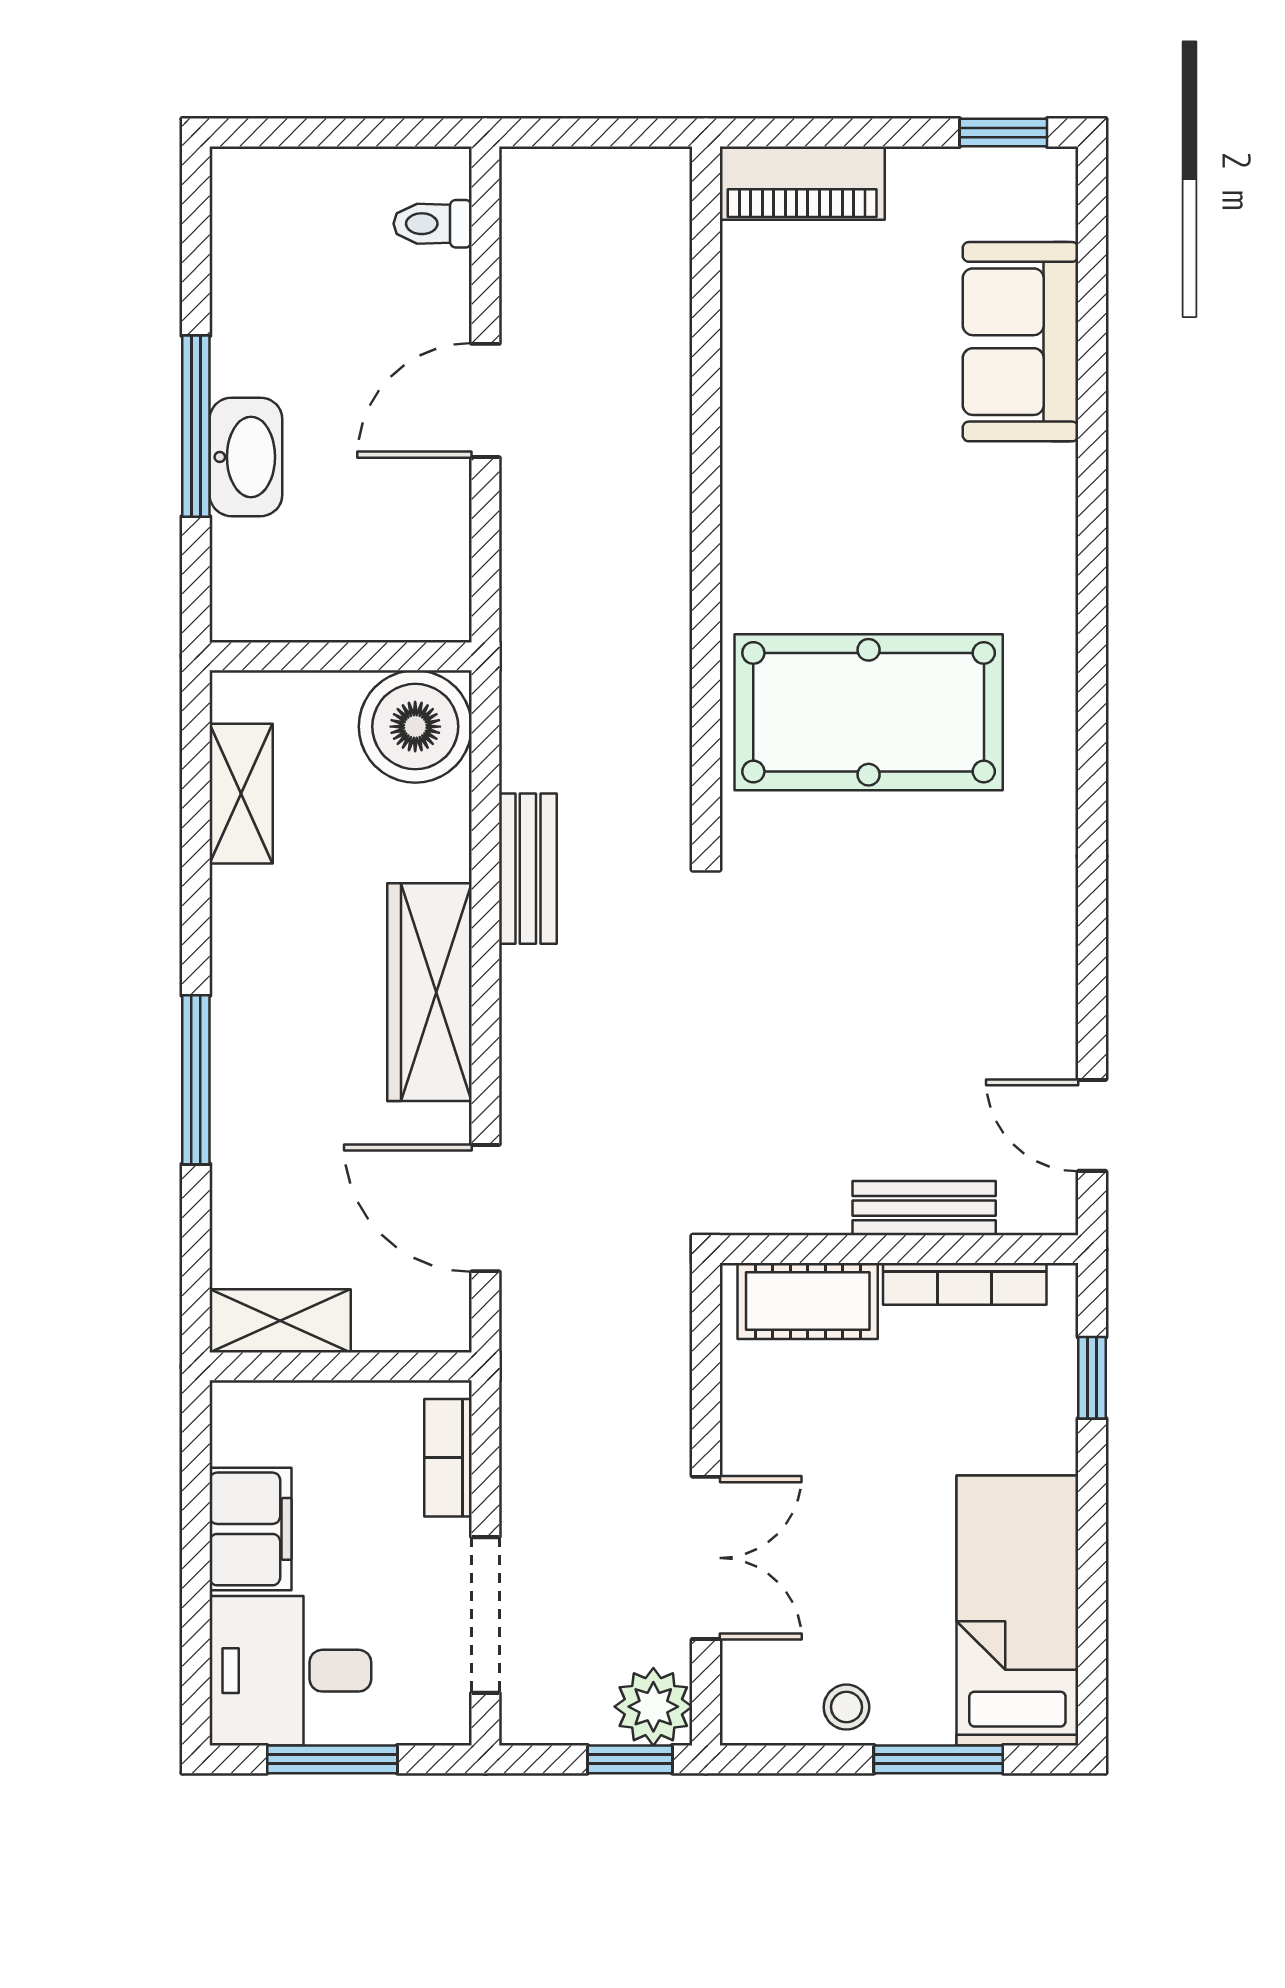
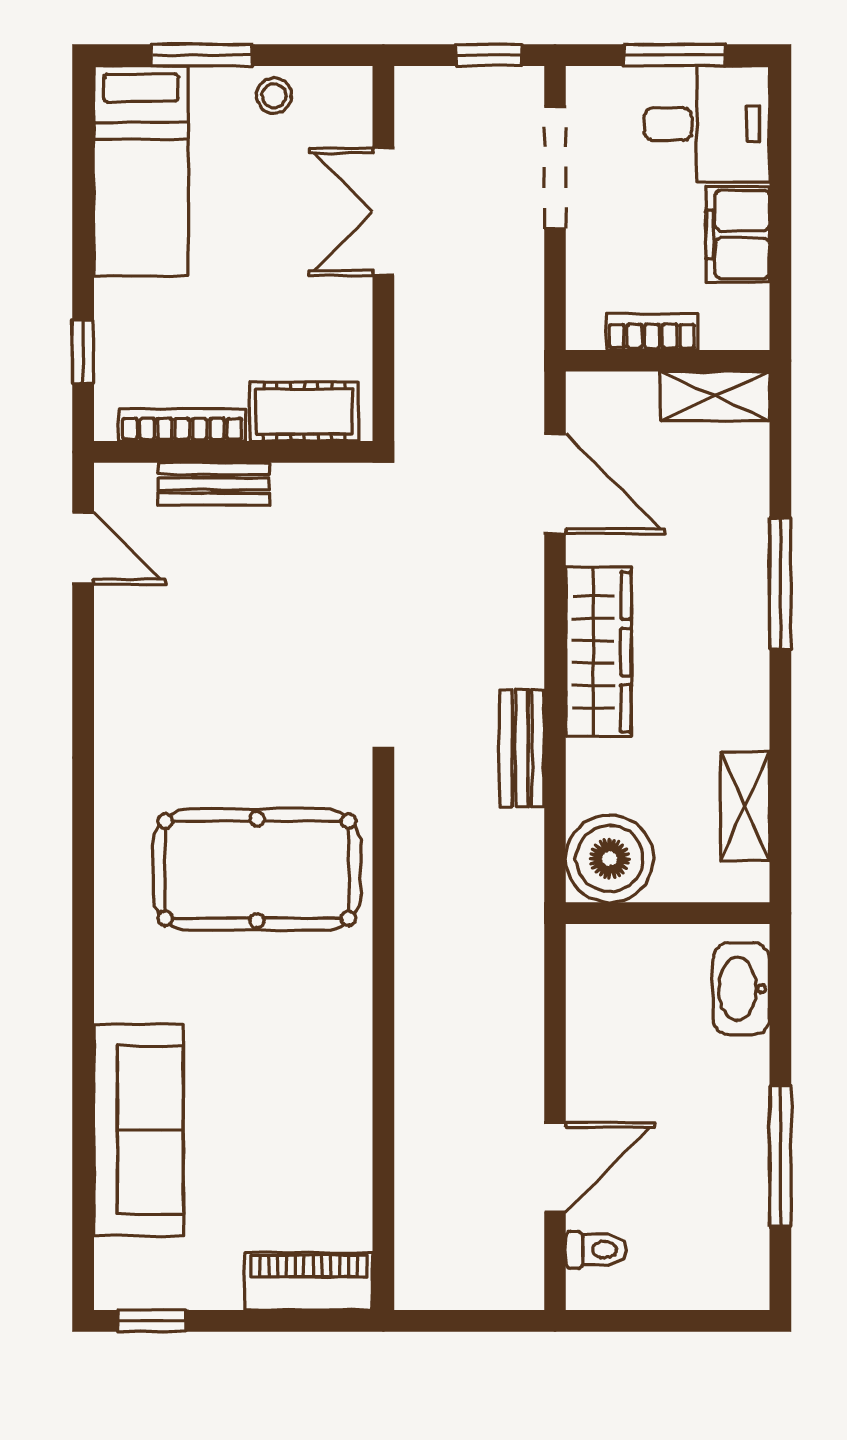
sofa: (1021, 342) -> (139, 1130), width x1.36
door: (485, 400) -> (555, 1167), moved
window: (196, 426) -> (780, 1157), moved
washbasin: (246, 457) -> (741, 989), moved
bookcase: (448, 1458) -> (652, 332), moved, turned -90
plant: (653, 1707) -> (424, 96), removed
window: (630, 1759) -> (488, 55), moved

